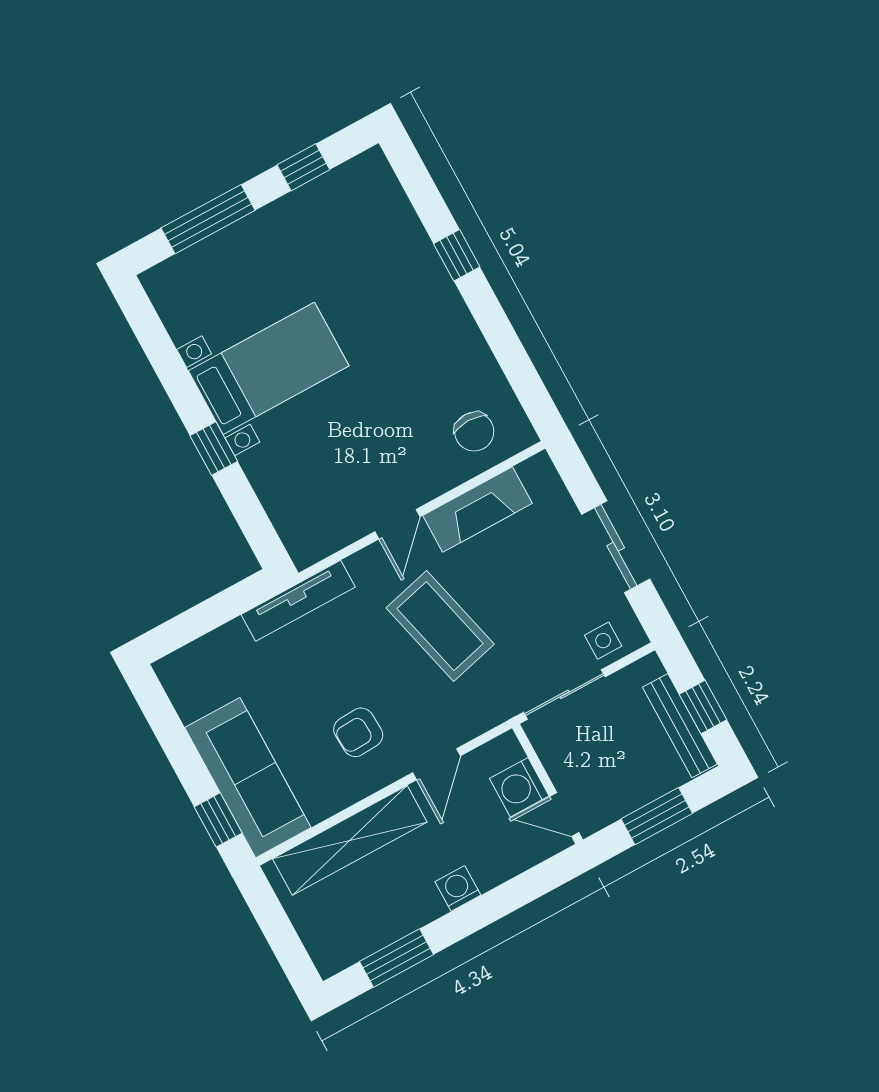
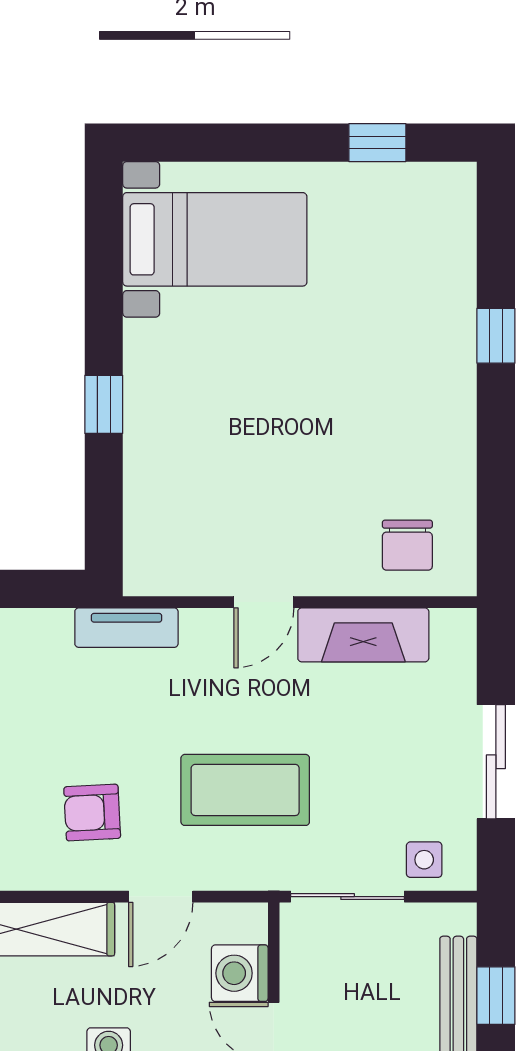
window: (208, 219) -> (238, 143), removed
bed with nightstands: (269, 368) -> (215, 239), moved
tv unit: (298, 601) -> (126, 628), width x0.71
coffee table: (440, 626) -> (245, 790), moved, turned -76

